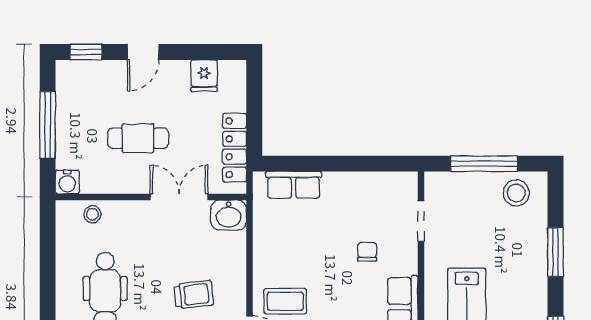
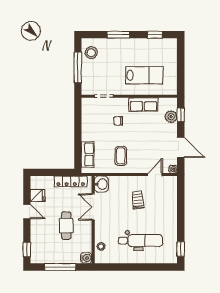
door: (143, 52) -> (27, 212), moved
coffee table: (285, 301) -> (121, 156), moved

